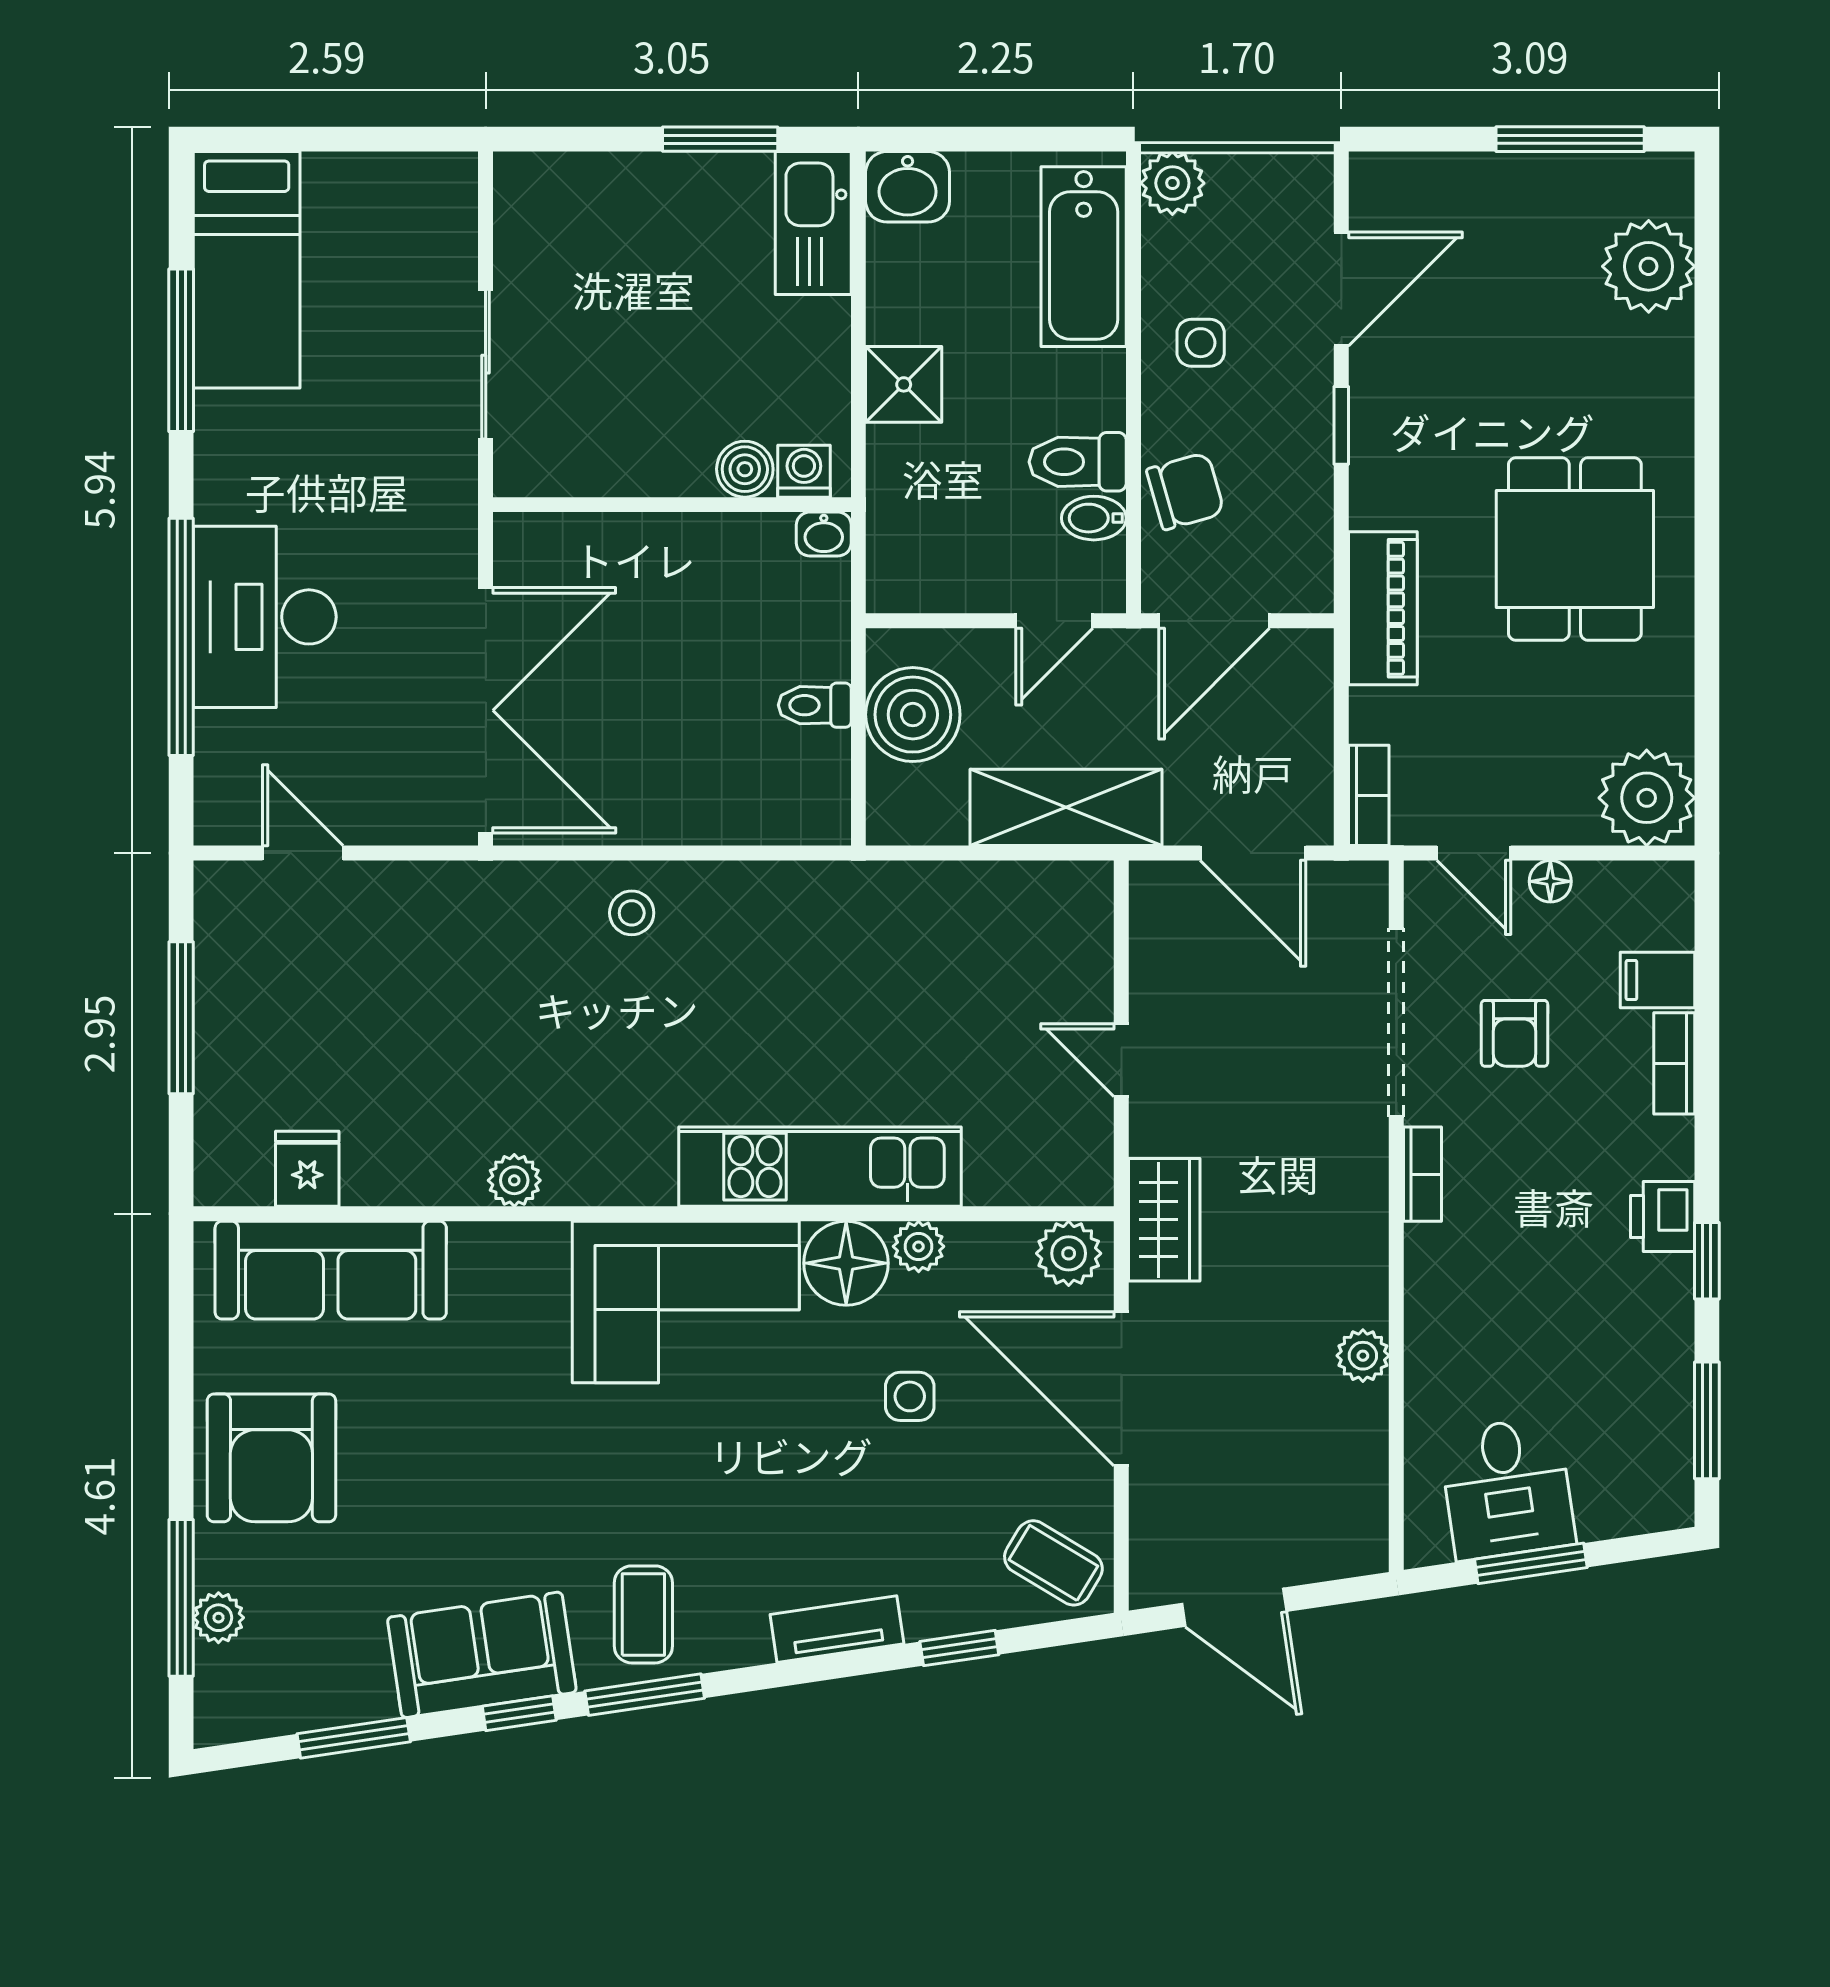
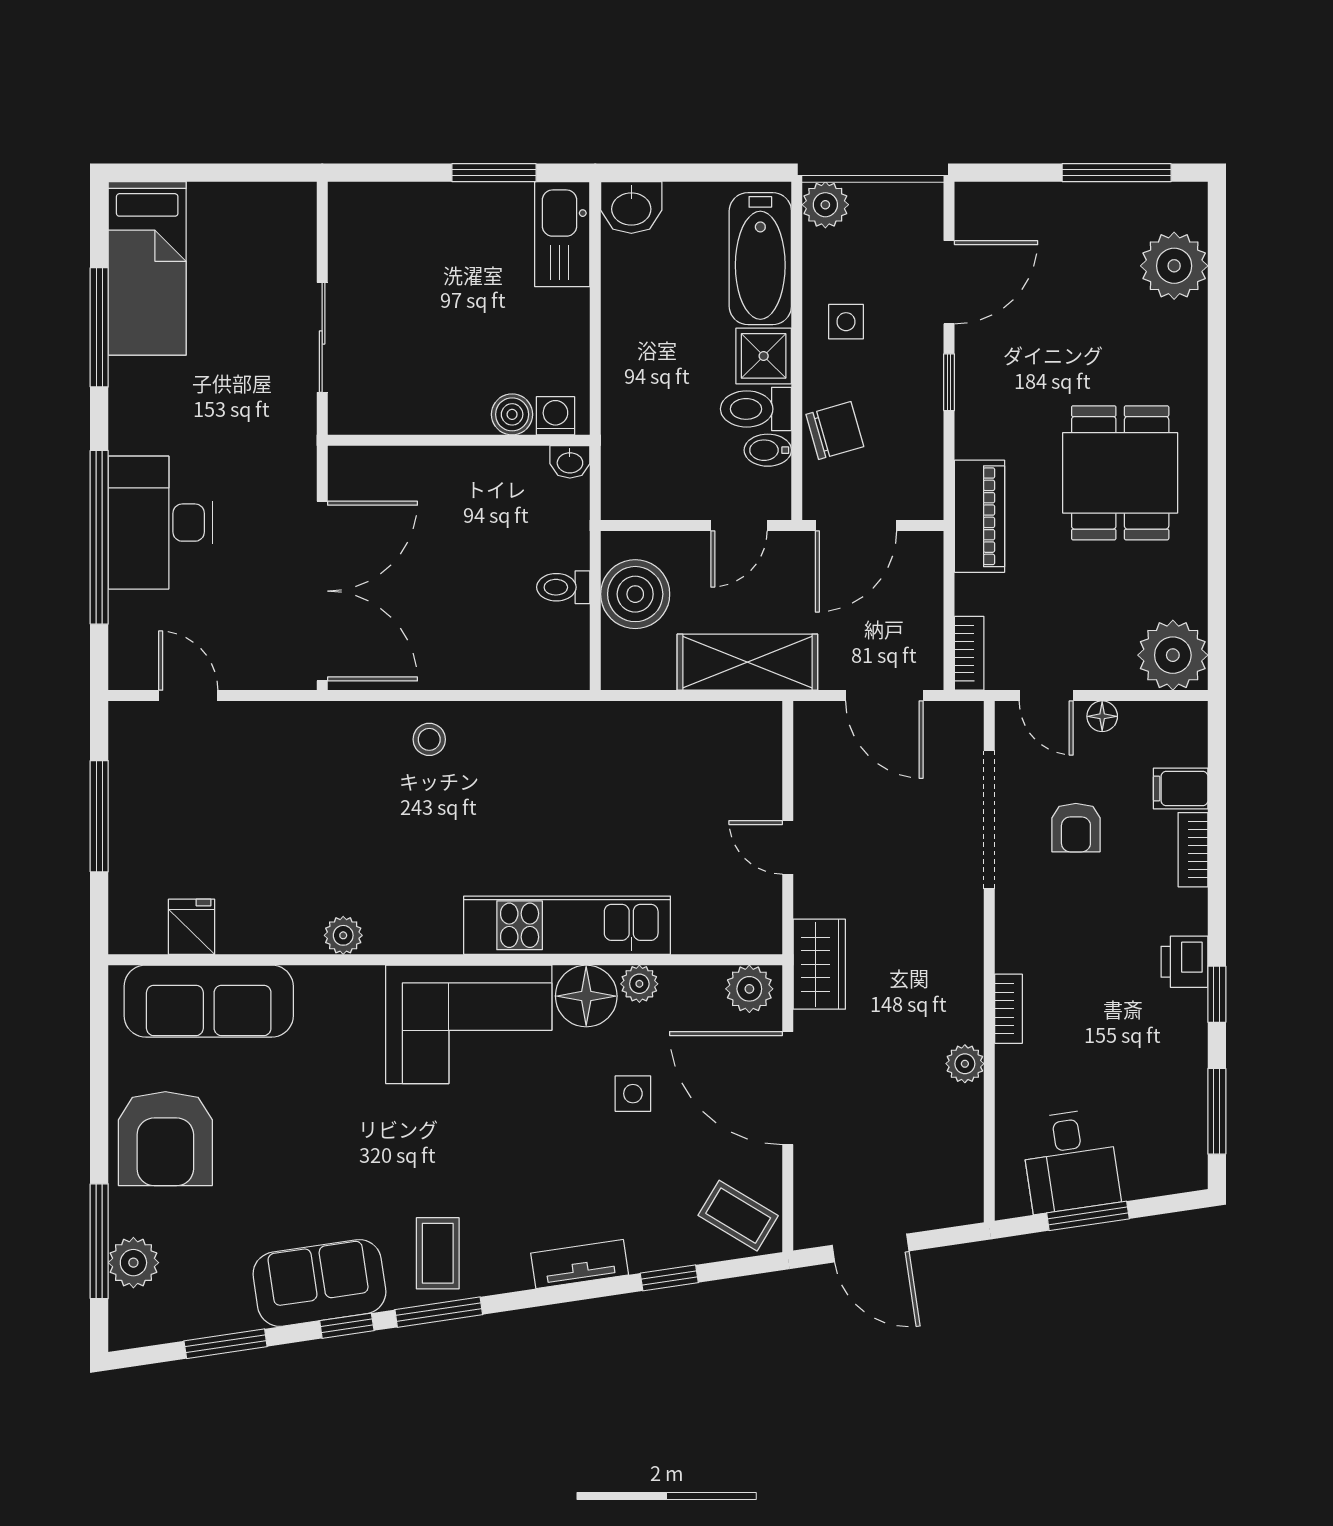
shower: (904, 384) -> (764, 356), moved
bookcase: (1422, 1174) -> (1009, 1009), moved
plant: (218, 1618) -> (133, 1263), width x1.38, depth x1.38

